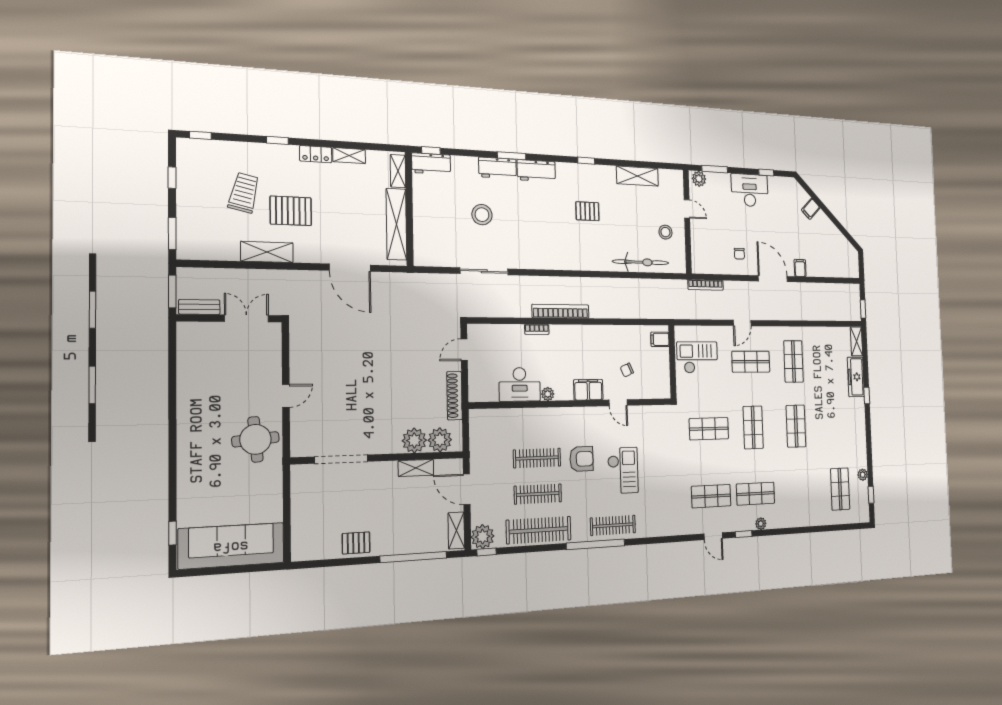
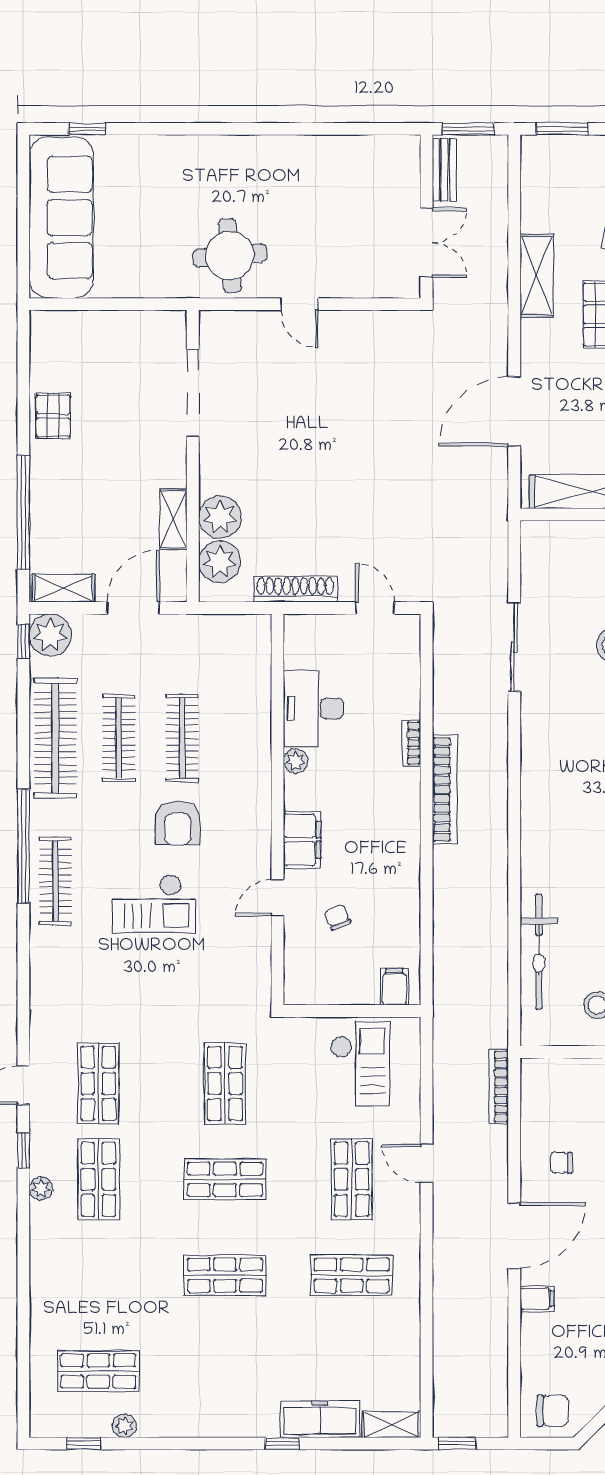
chair: (847, 262) -> (553, 1411), added

